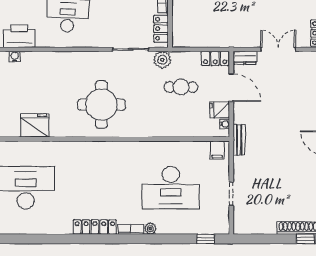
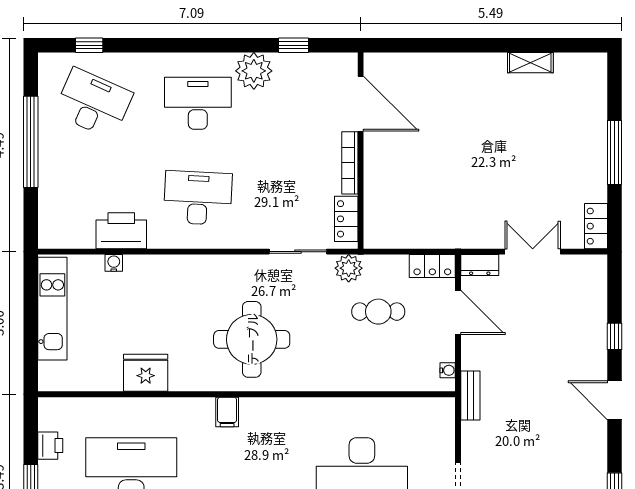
fridge: (220, 110) -> (440, 348), removed
filing cabinet: (217, 150) -> (227, 412), moved

